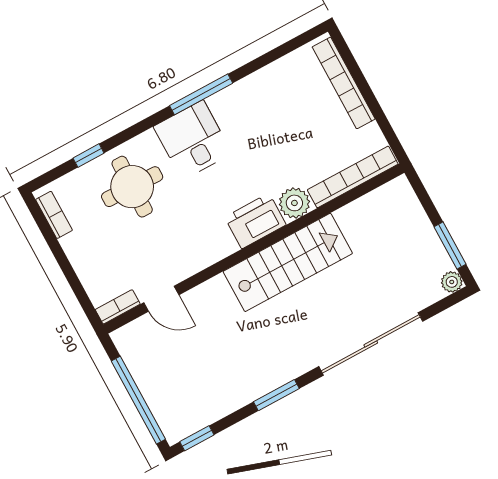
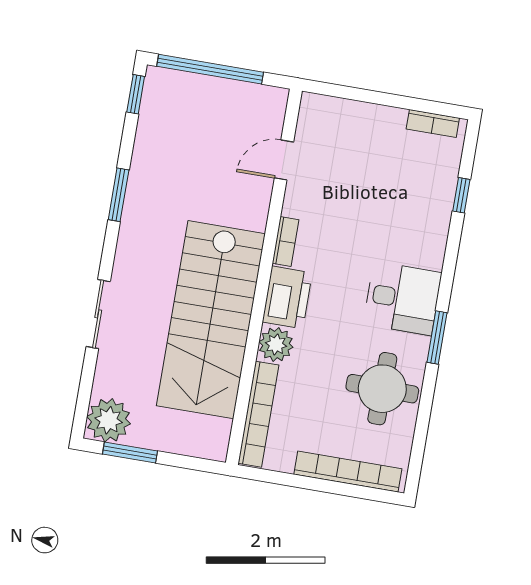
window: (201, 94) -> (437, 338), width x0.69
round table: (132, 187) -> (382, 389), moved
stairs: (288, 262) -> (211, 320), width x1.36, depth x1.51
plant: (452, 282) -> (109, 420), width x1.88, depth x1.88
bookcase: (118, 307) -> (286, 242), moved
sliding door: (371, 344) -> (98, 314), width x0.54

